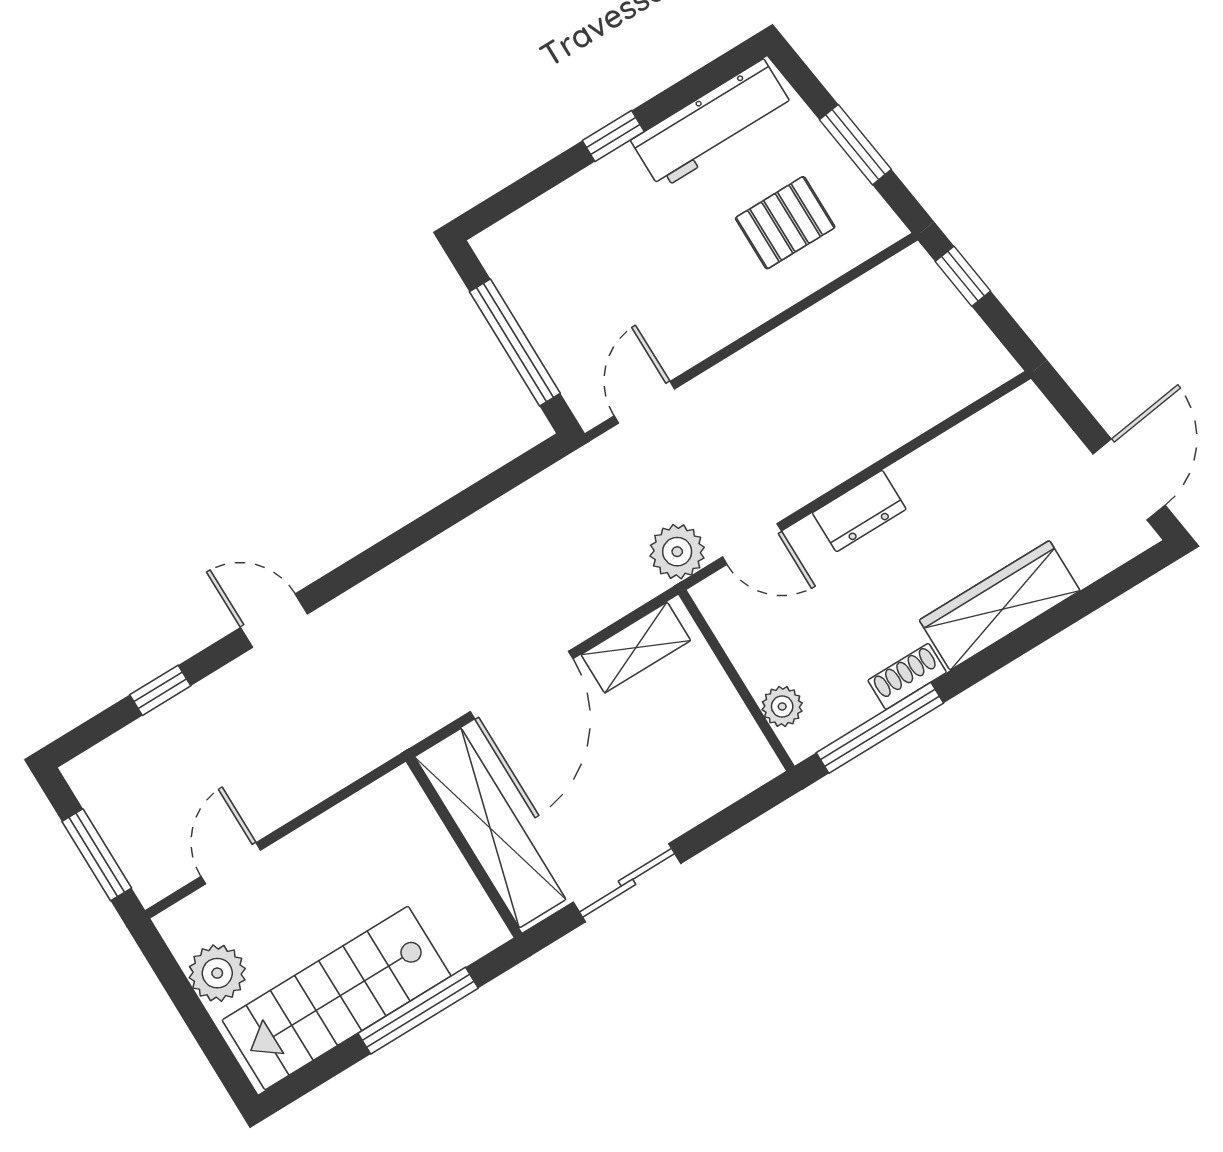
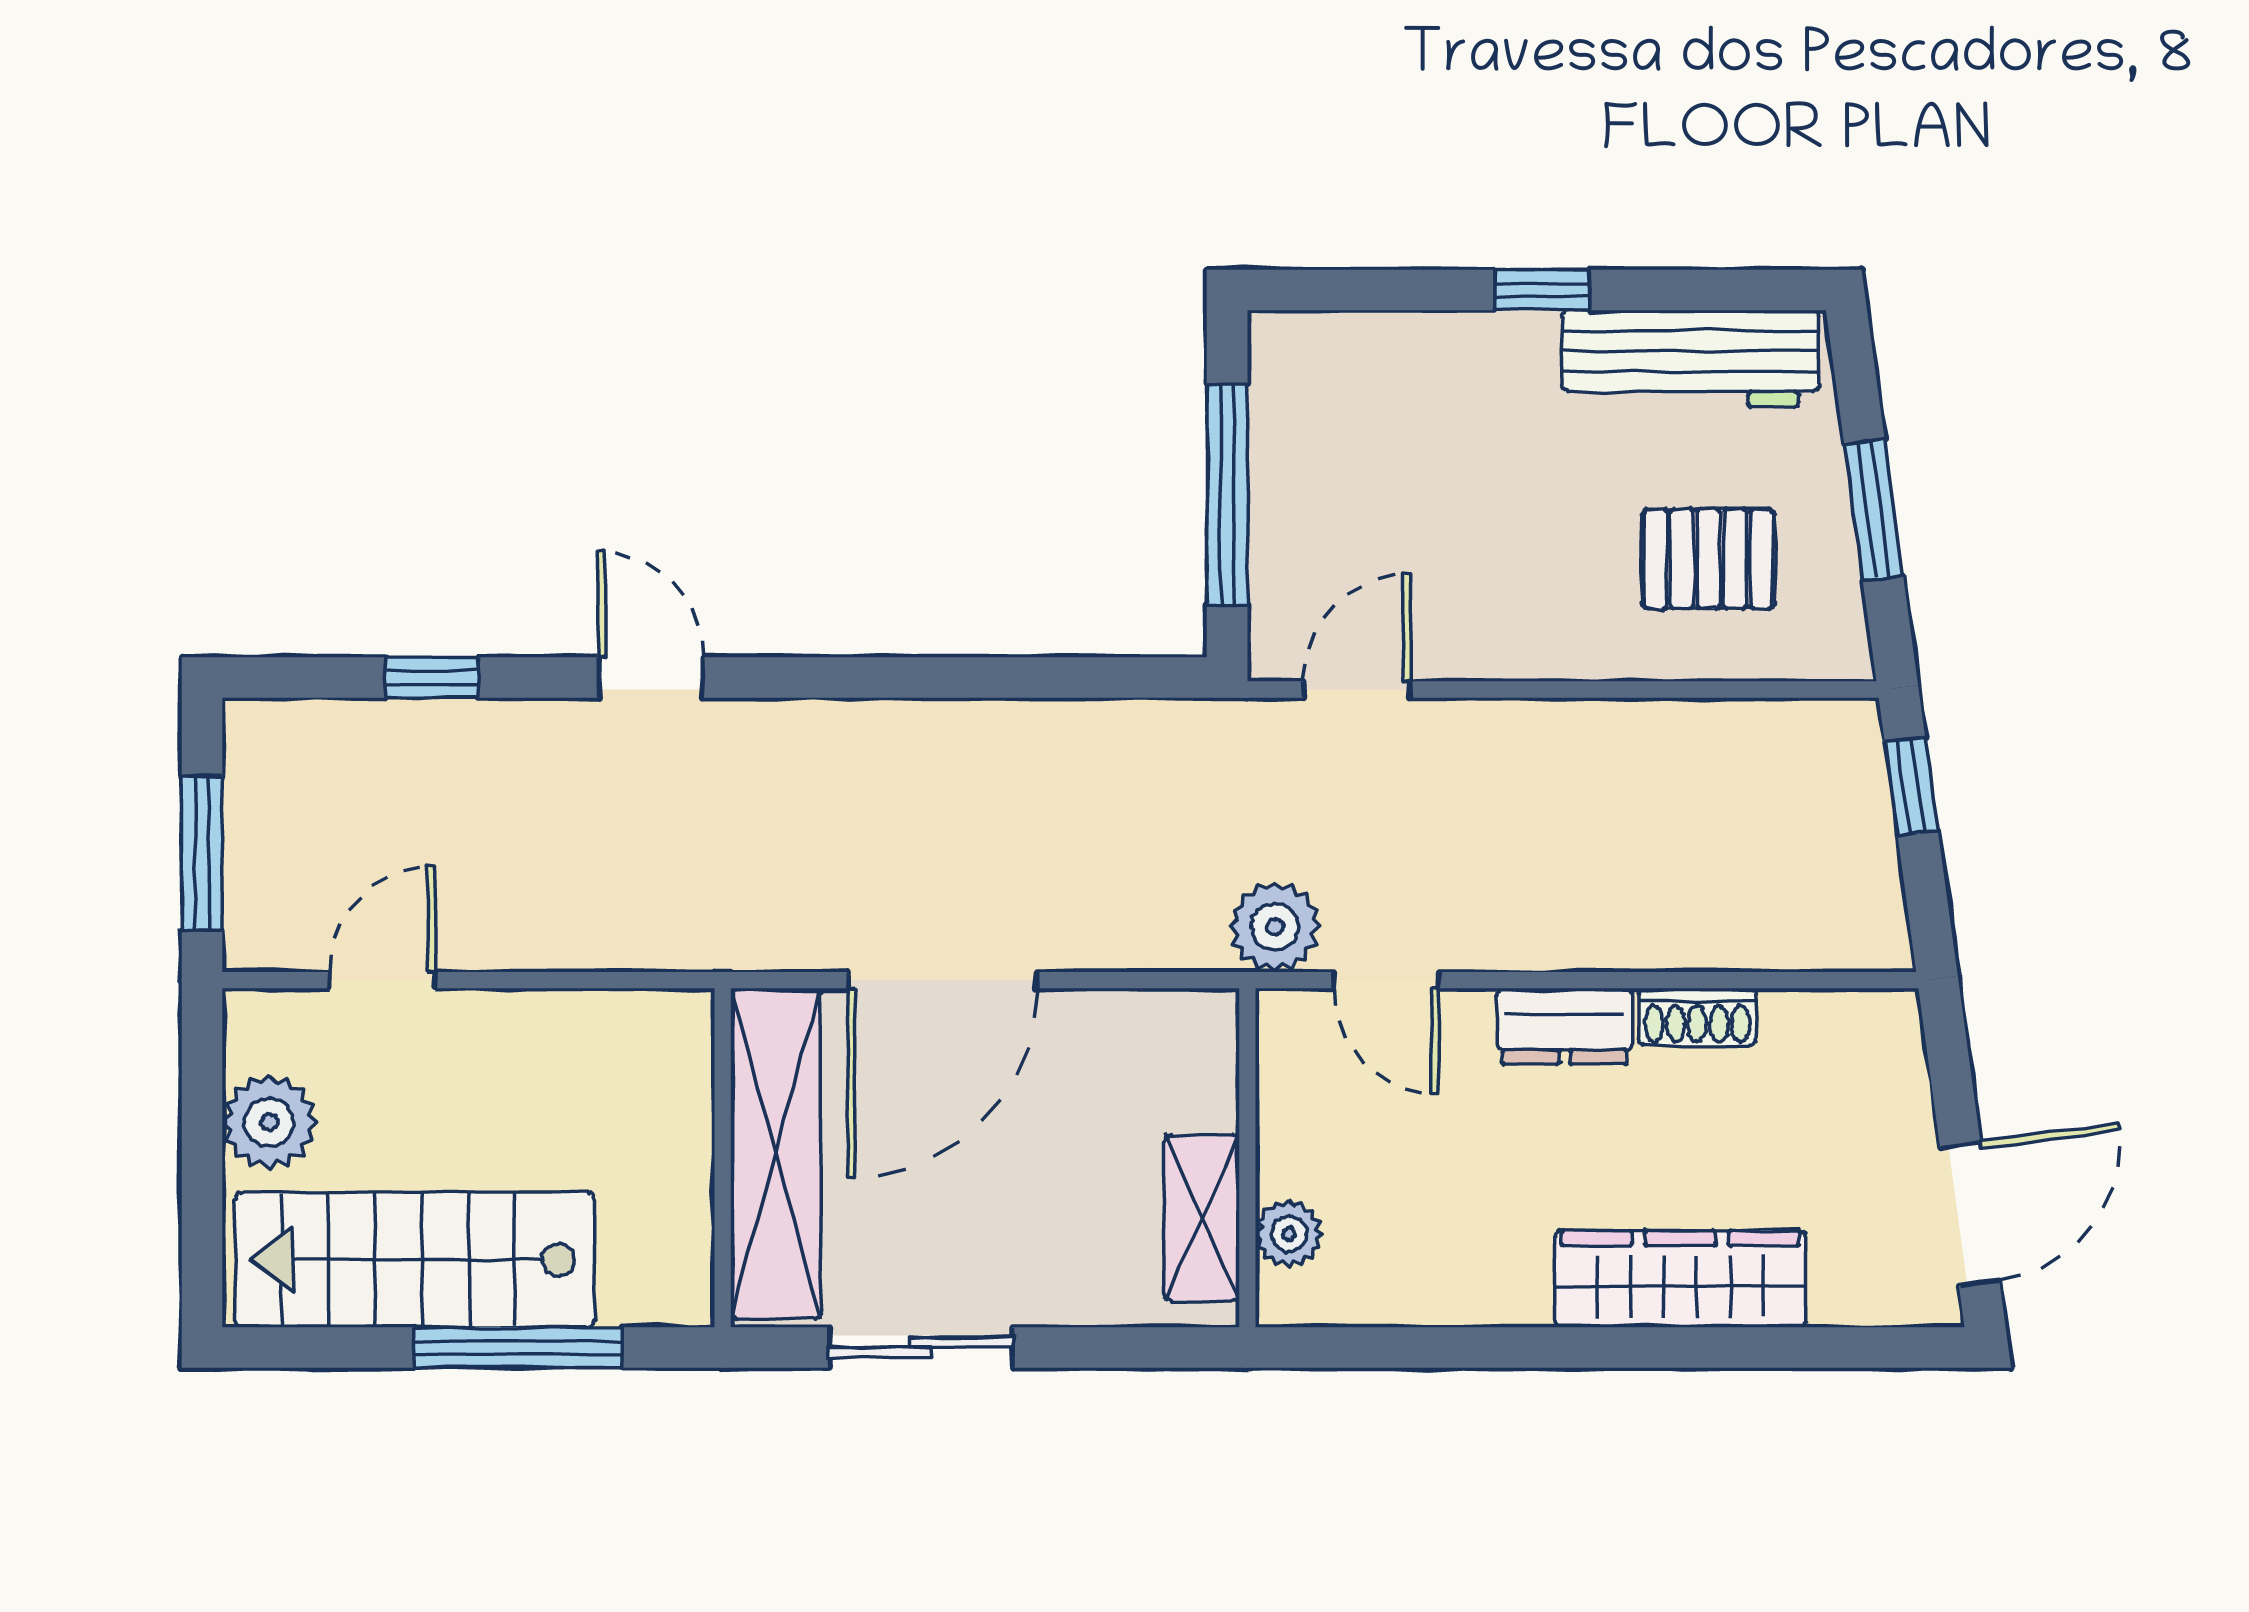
shelving: (636, 647) -> (1202, 1218), moved, turned 90
shoe rack: (907, 676) -> (1697, 1017), moved, turned 180
window: (880, 728) -> (1407, 1347), removed

